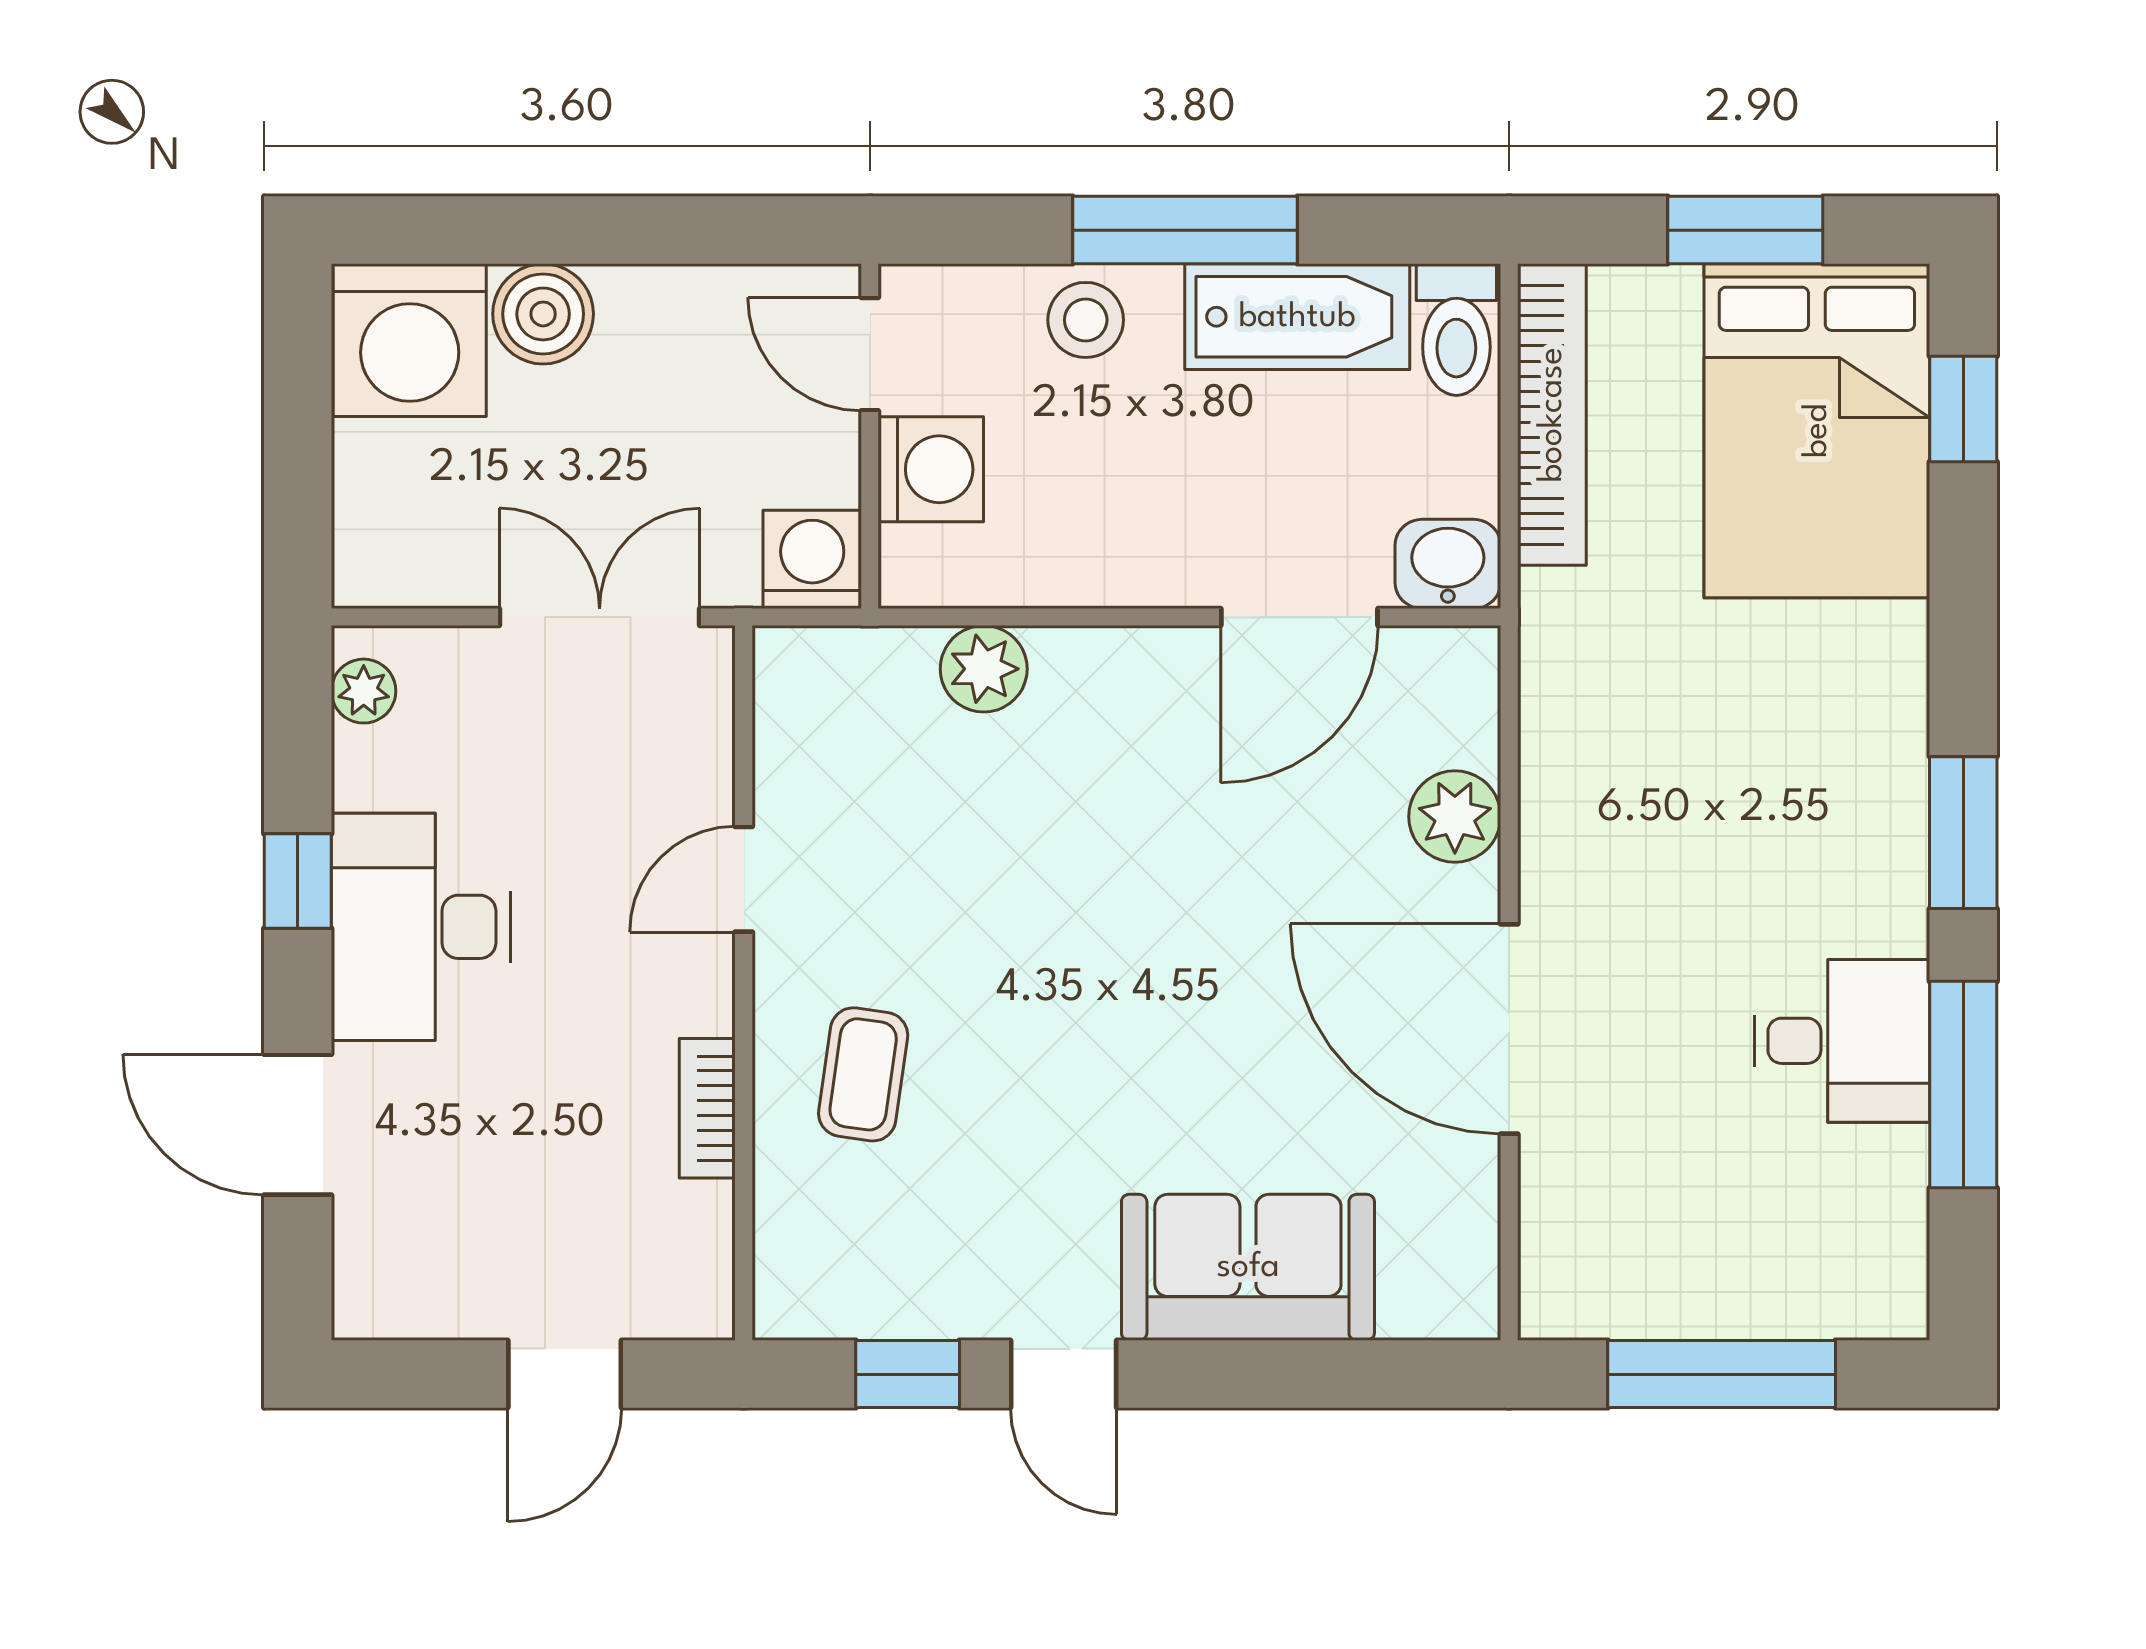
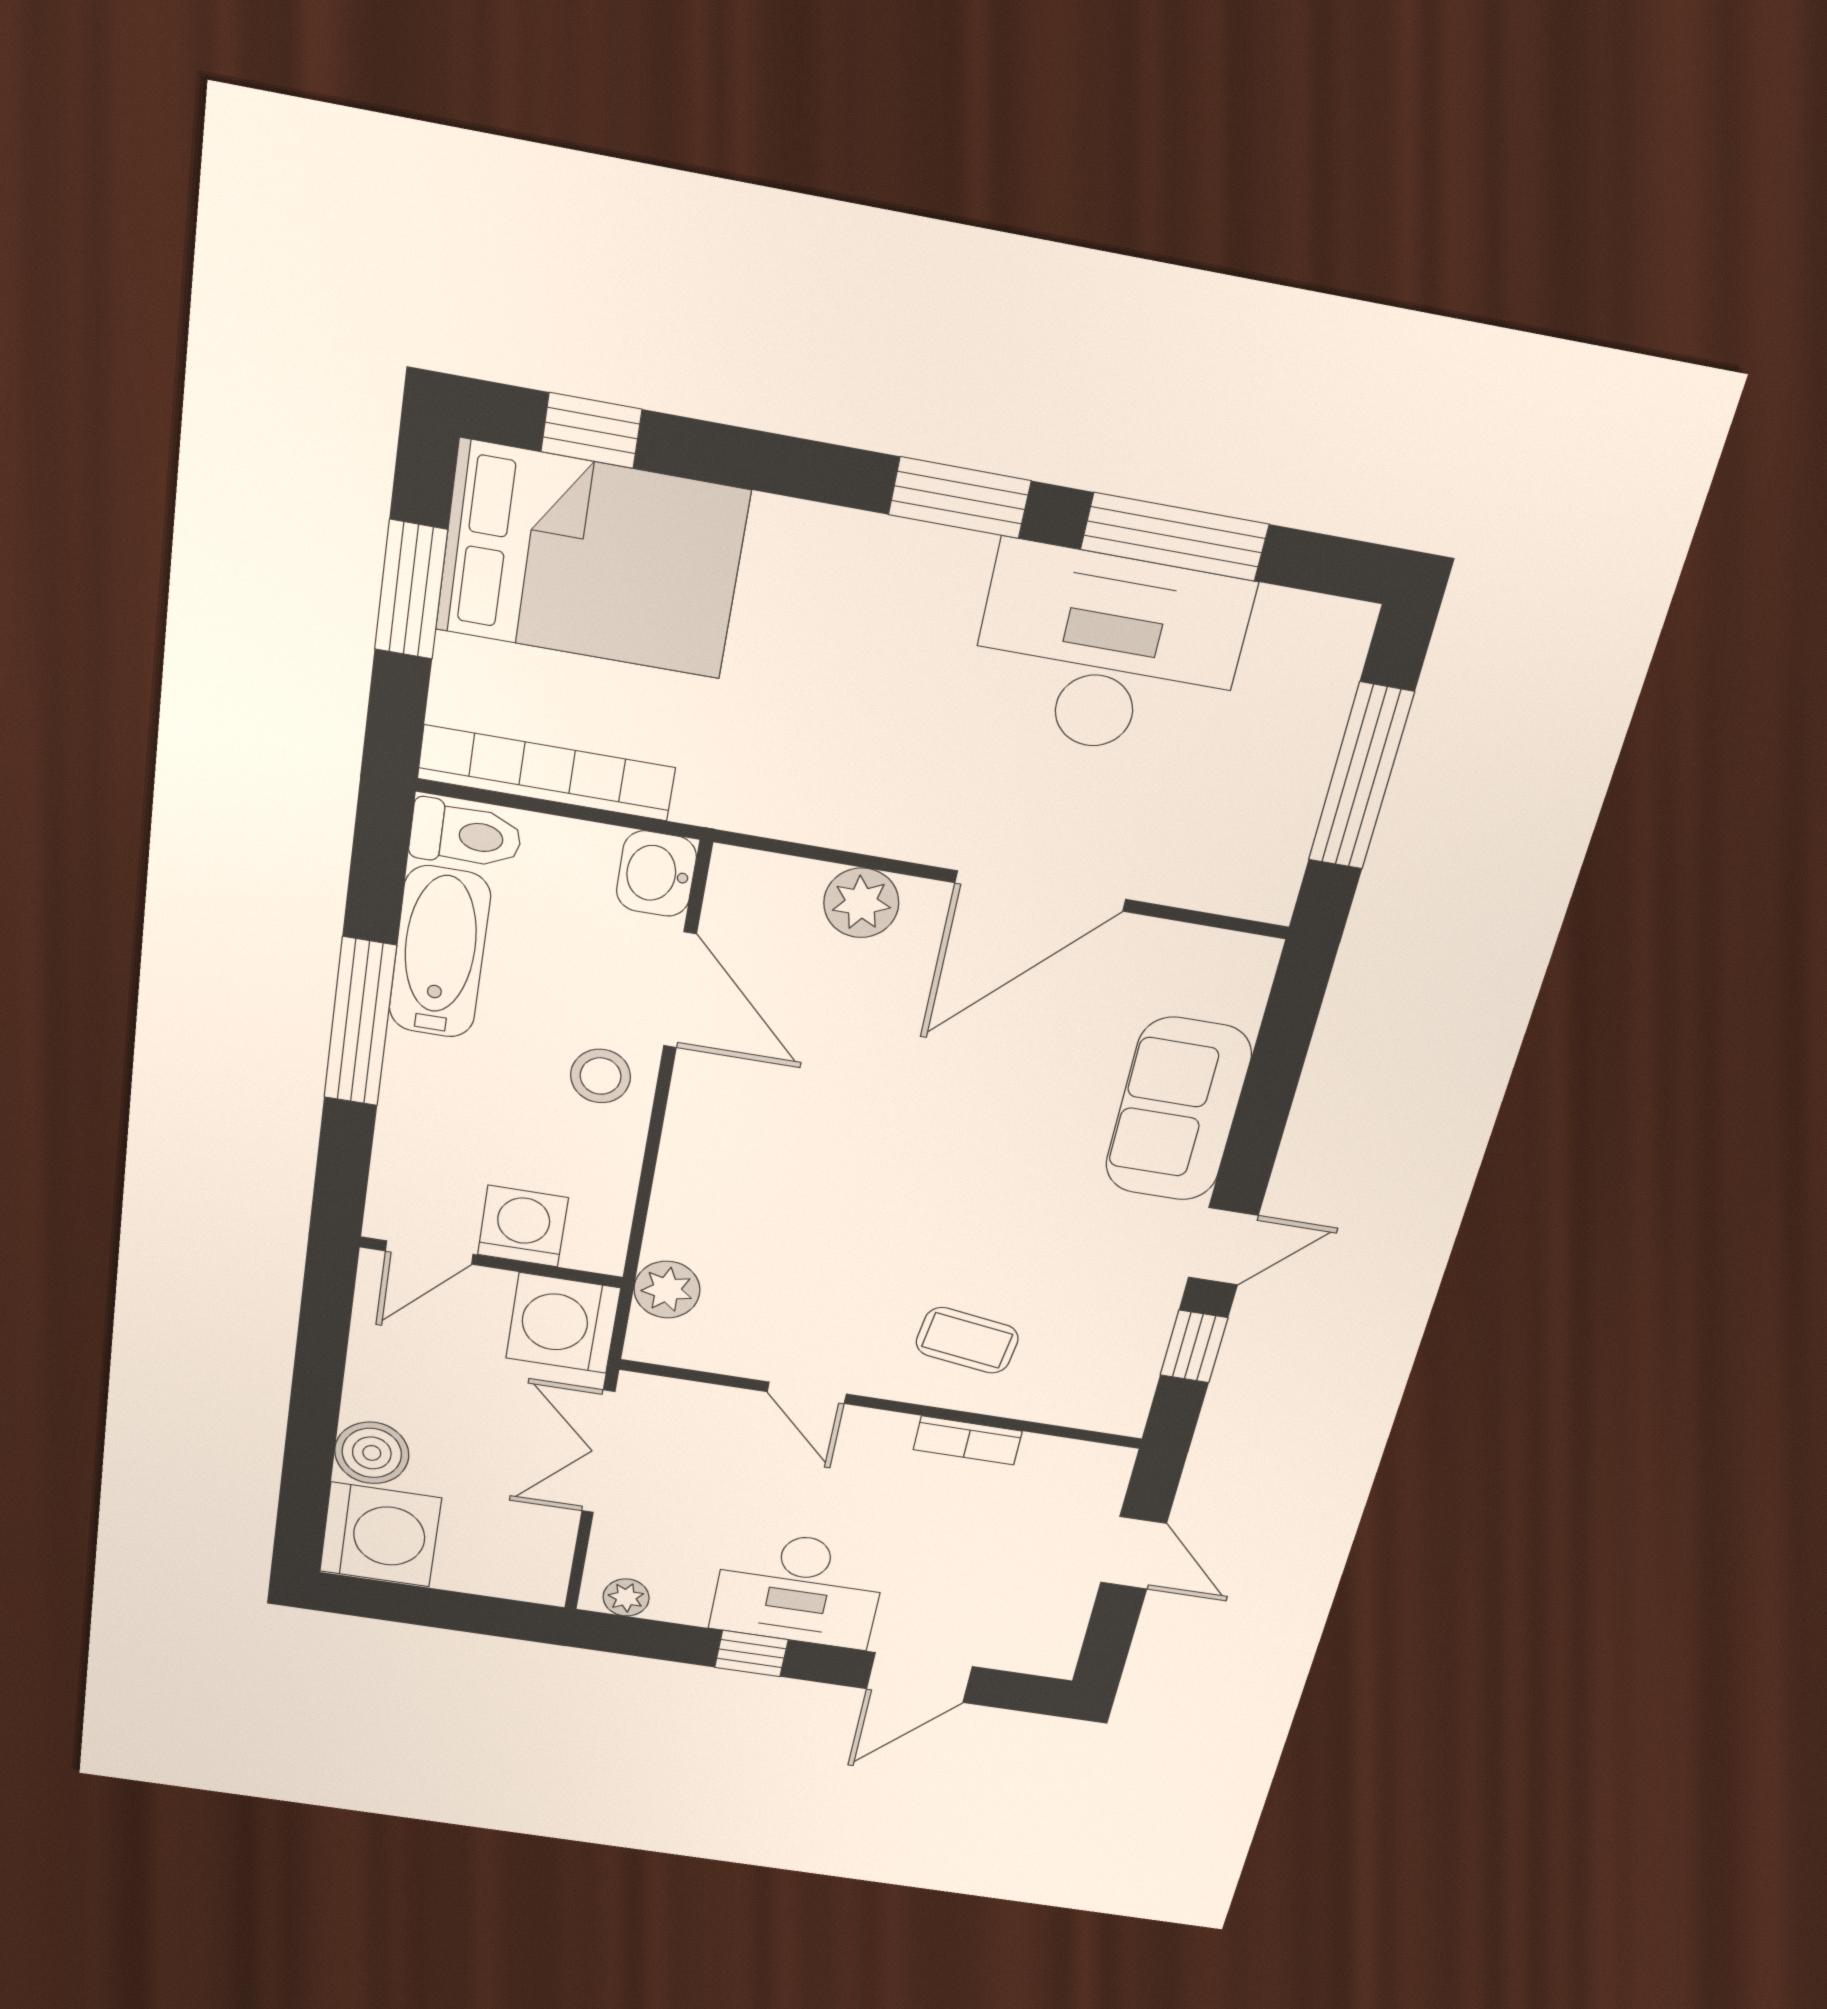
stool: (1086, 320) -> (601, 1076), moved
washing machine: (812, 559) -> (563, 1323), width x1.37, depth x1.37
plant: (984, 669) -> (667, 1290), moved
desk: (1842, 1041) -> (1108, 653), width x1.87, depth x1.30

